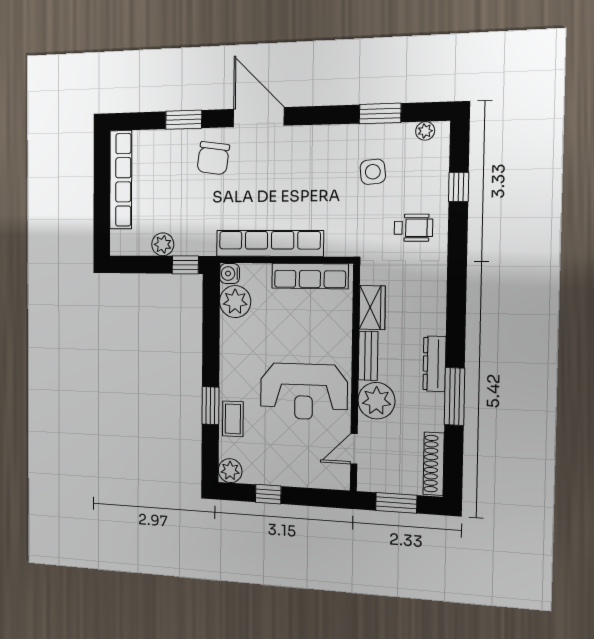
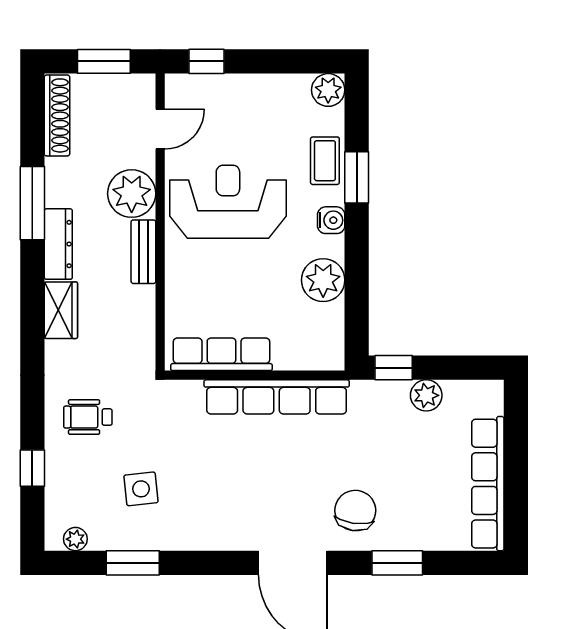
water cooler: (230, 274) -> (331, 220), moved
plant: (235, 302) -> (323, 280), moved
wardrobe: (372, 308) -> (61, 310), moved, turned 180
window: (268, 494) -> (207, 61), moved

